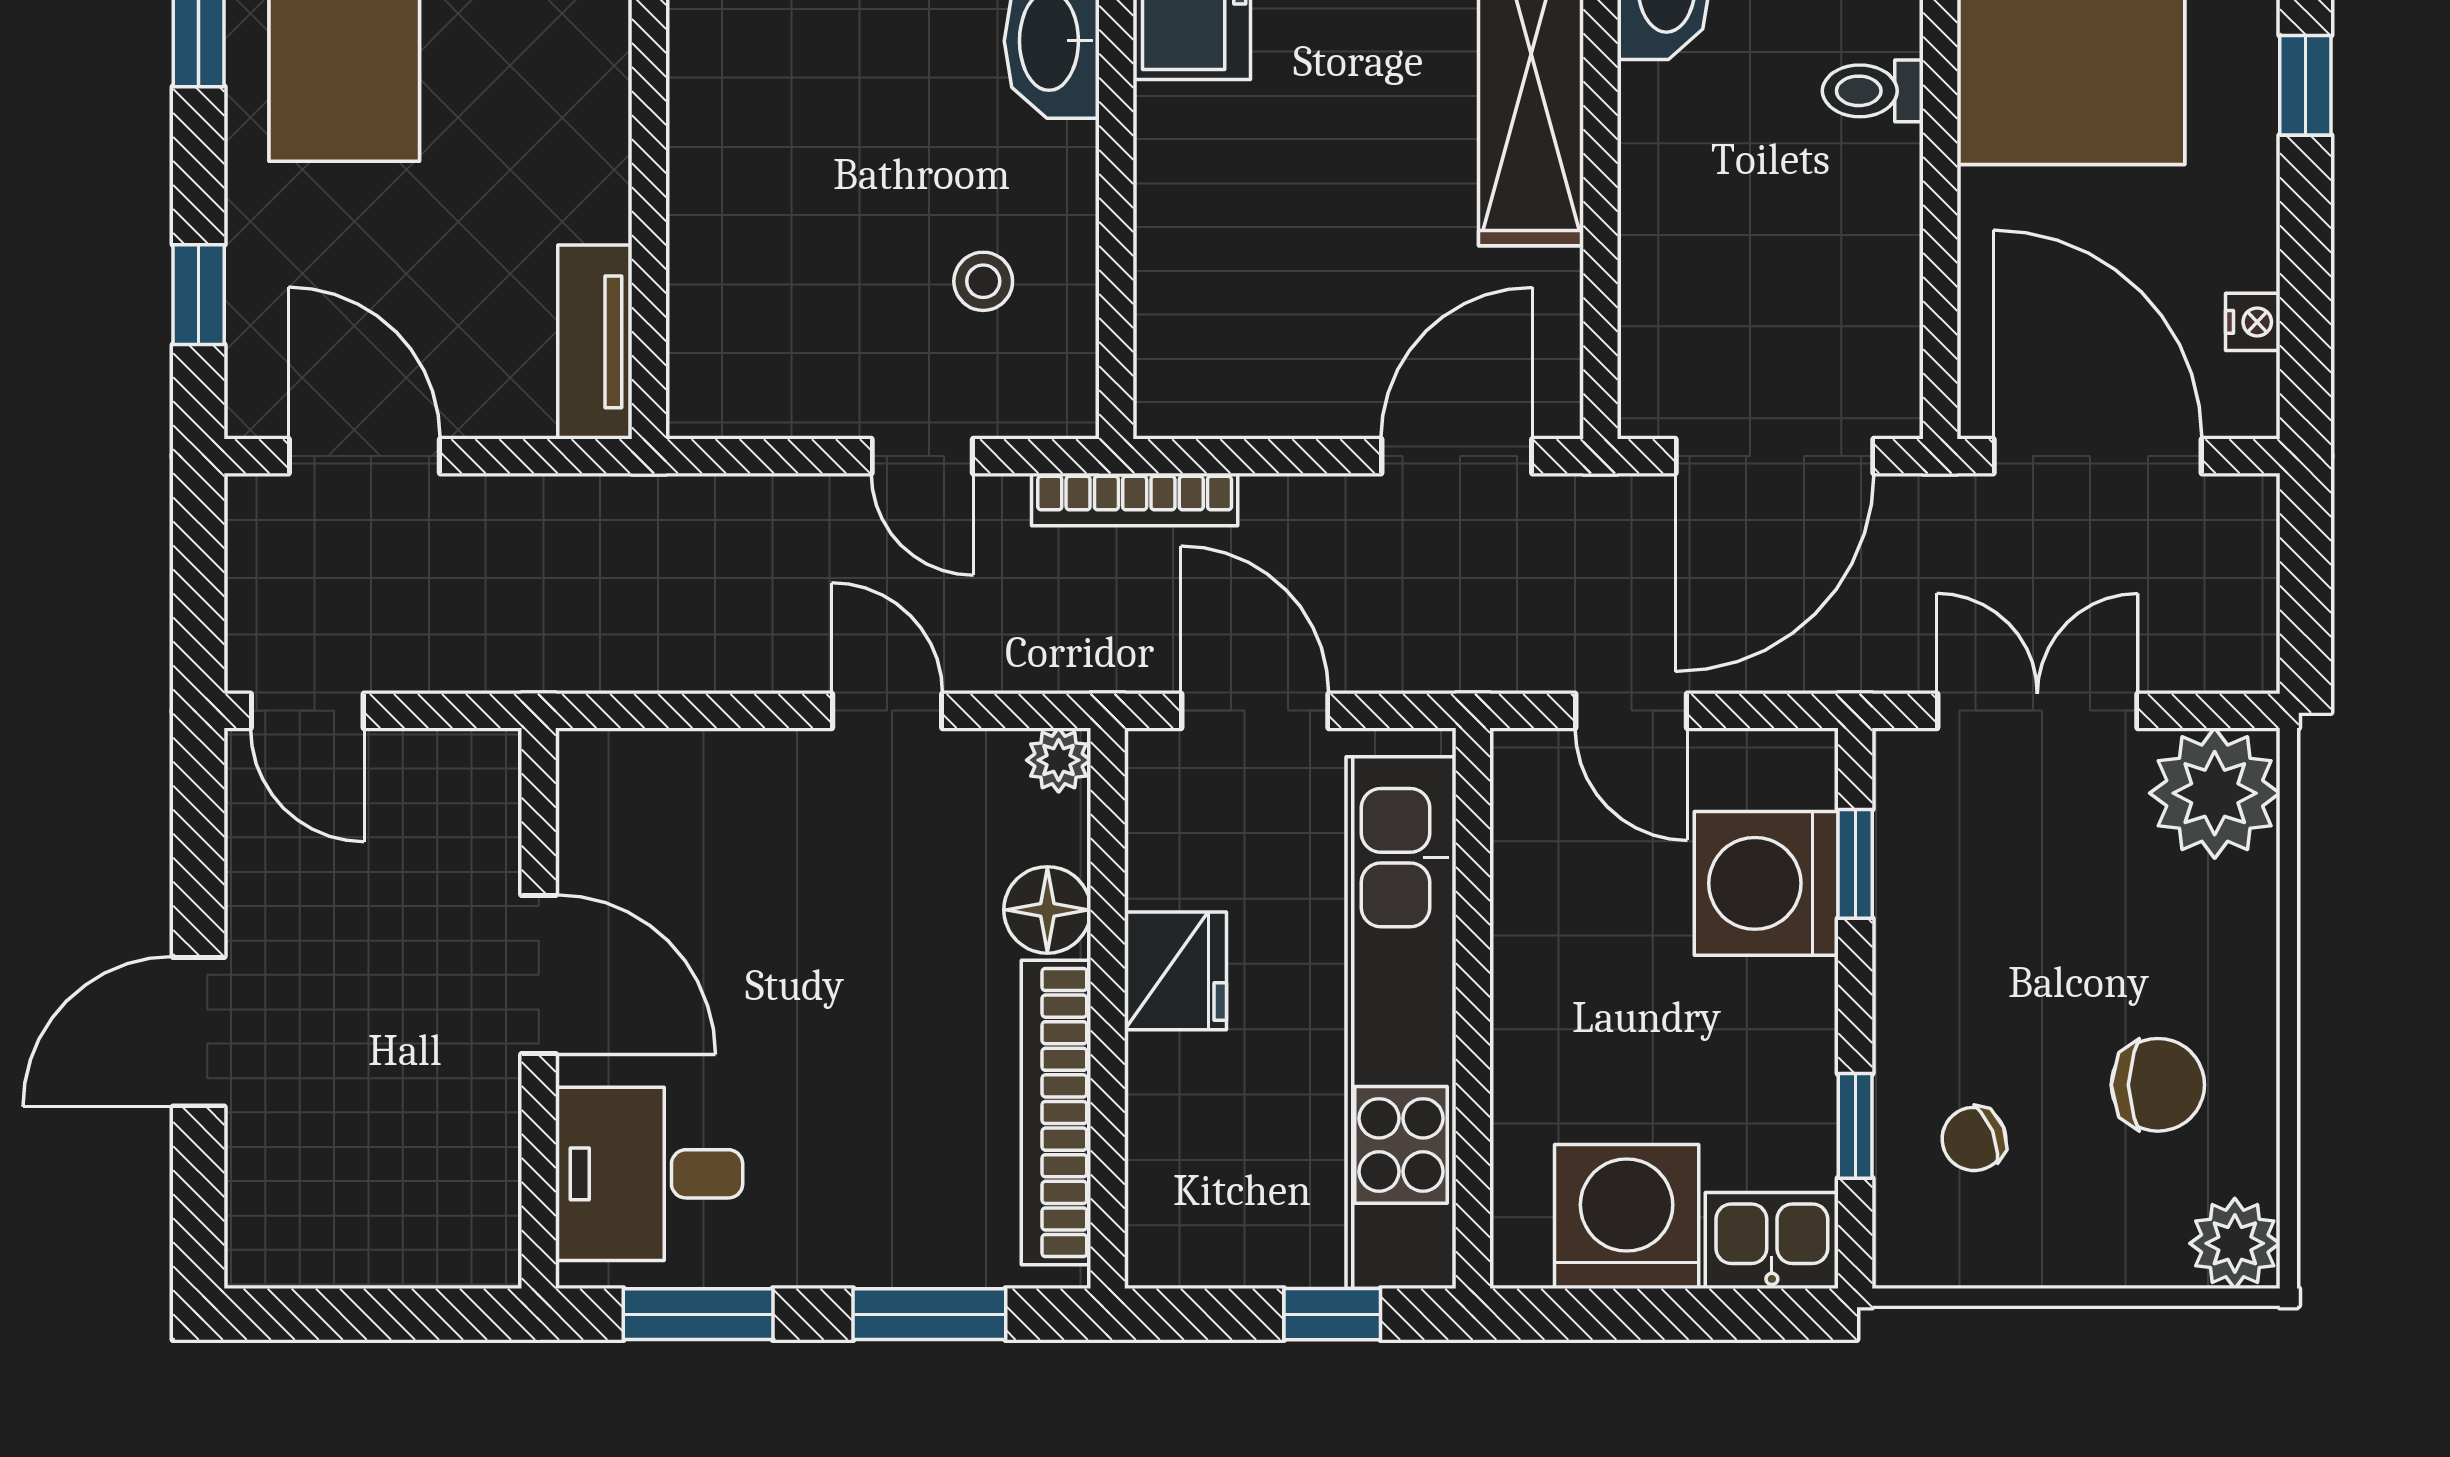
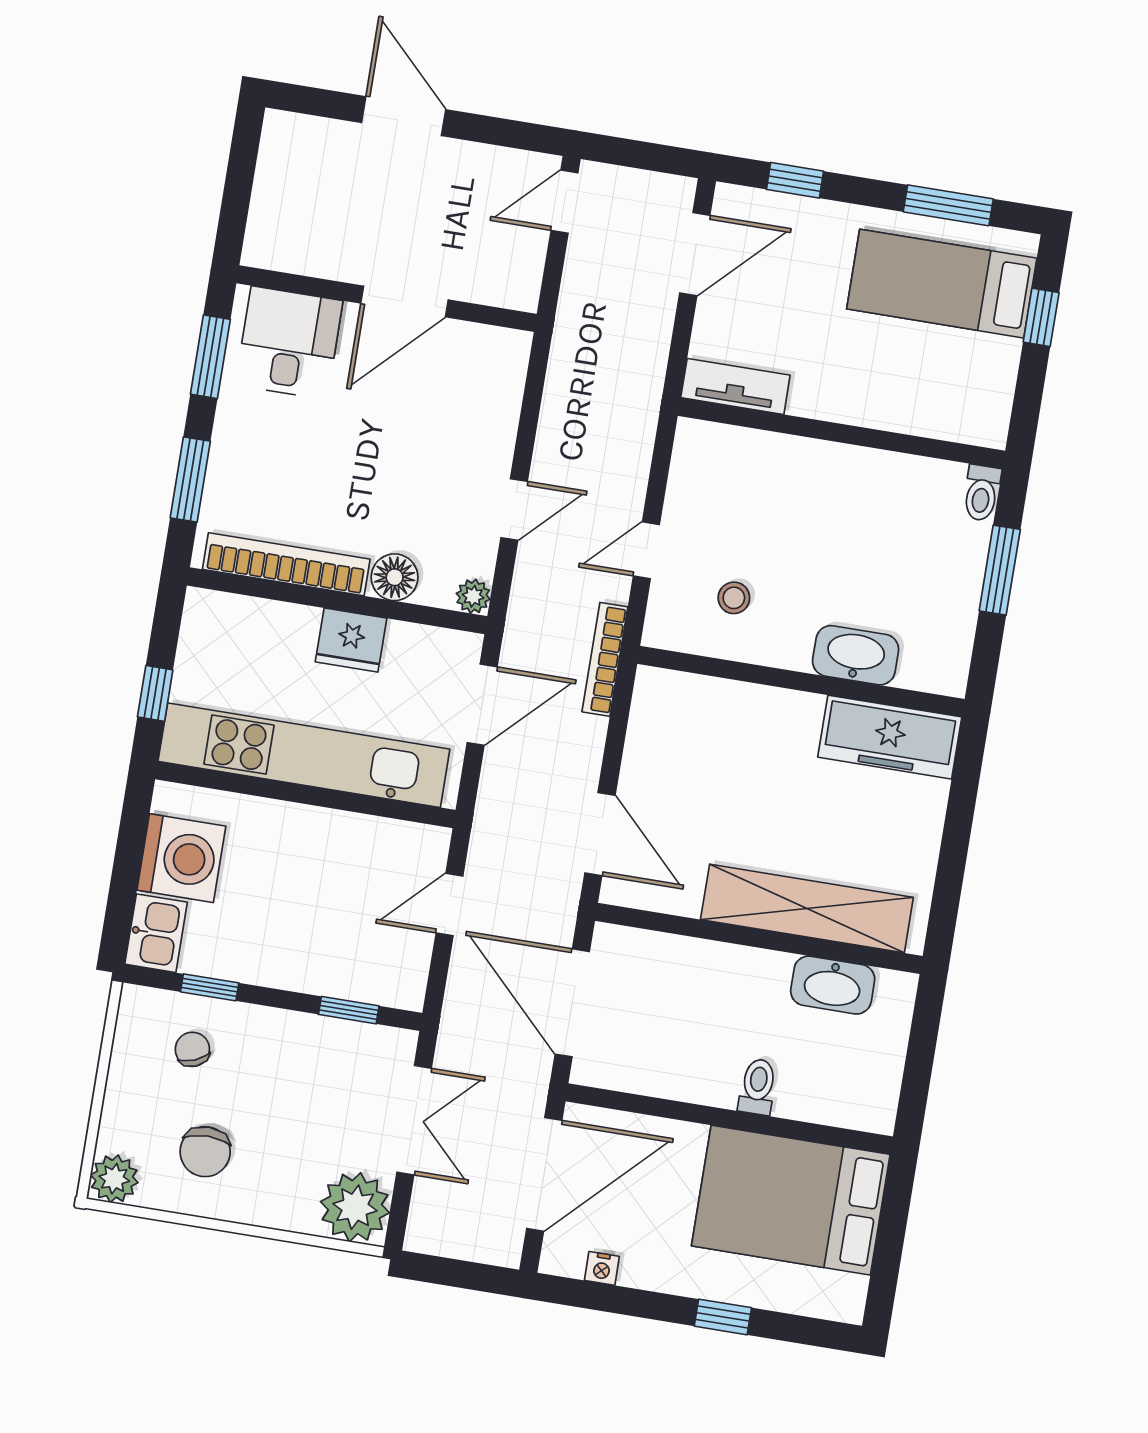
washing machine: (1766, 883) -> (346, 961), removed

